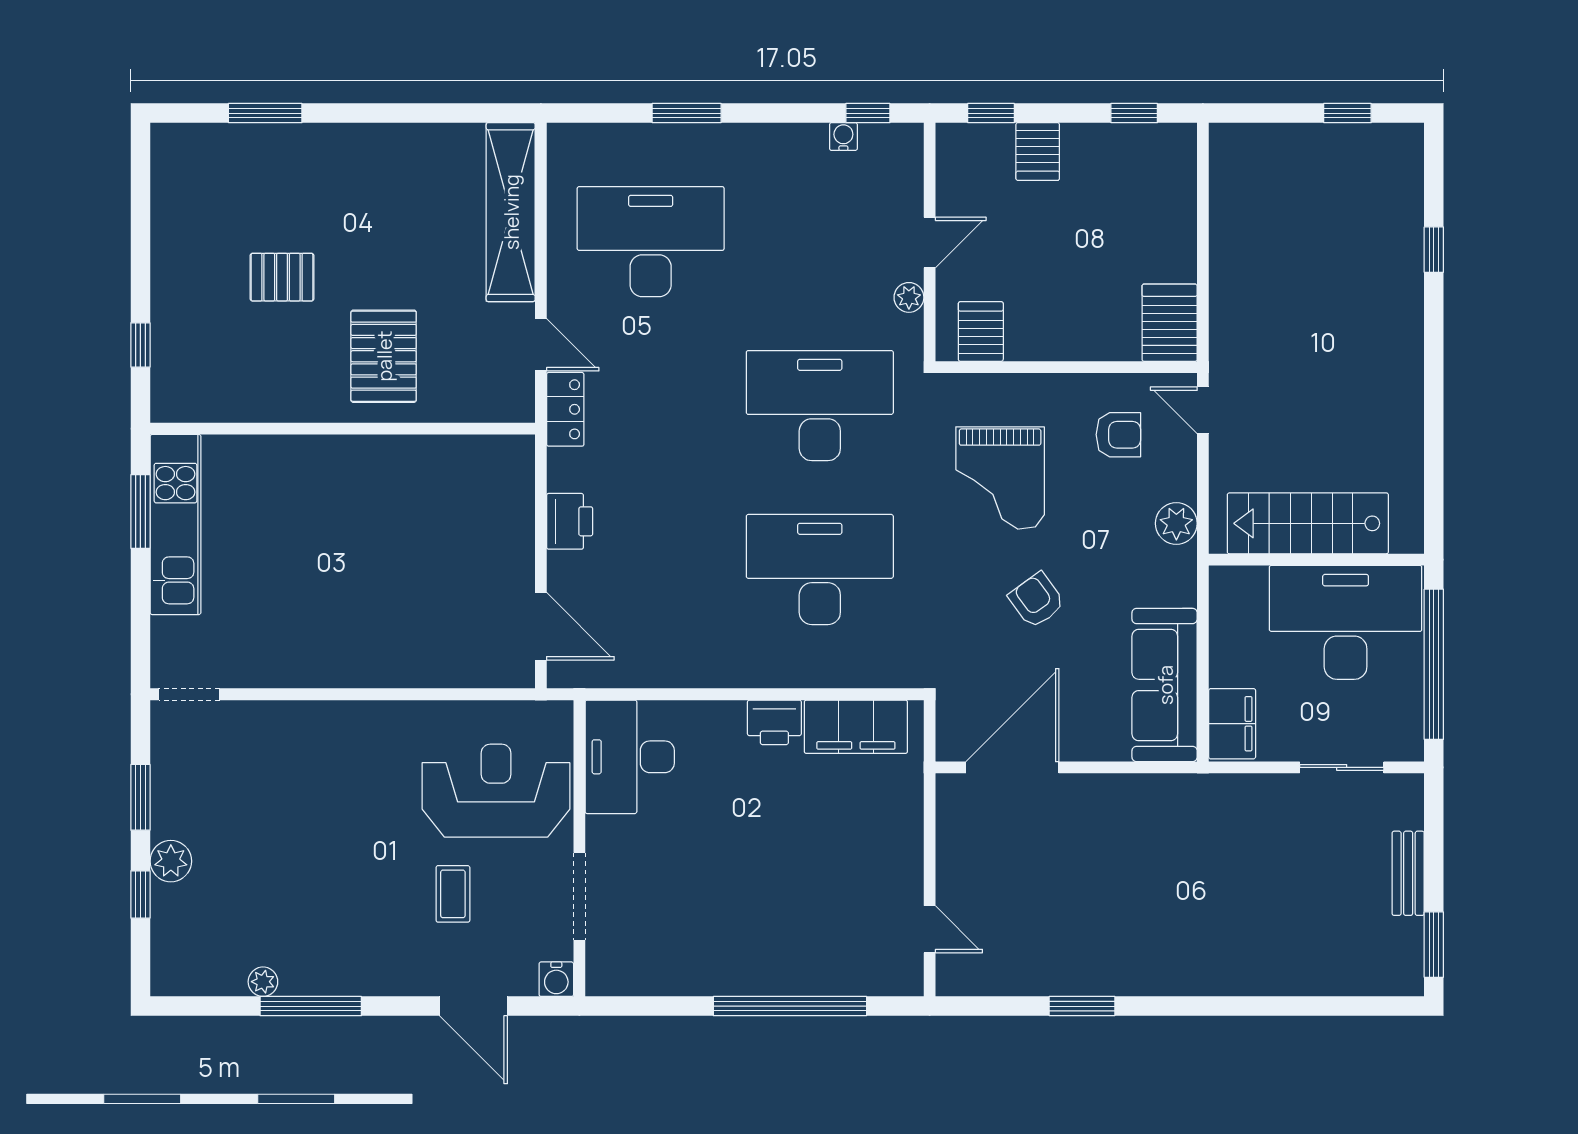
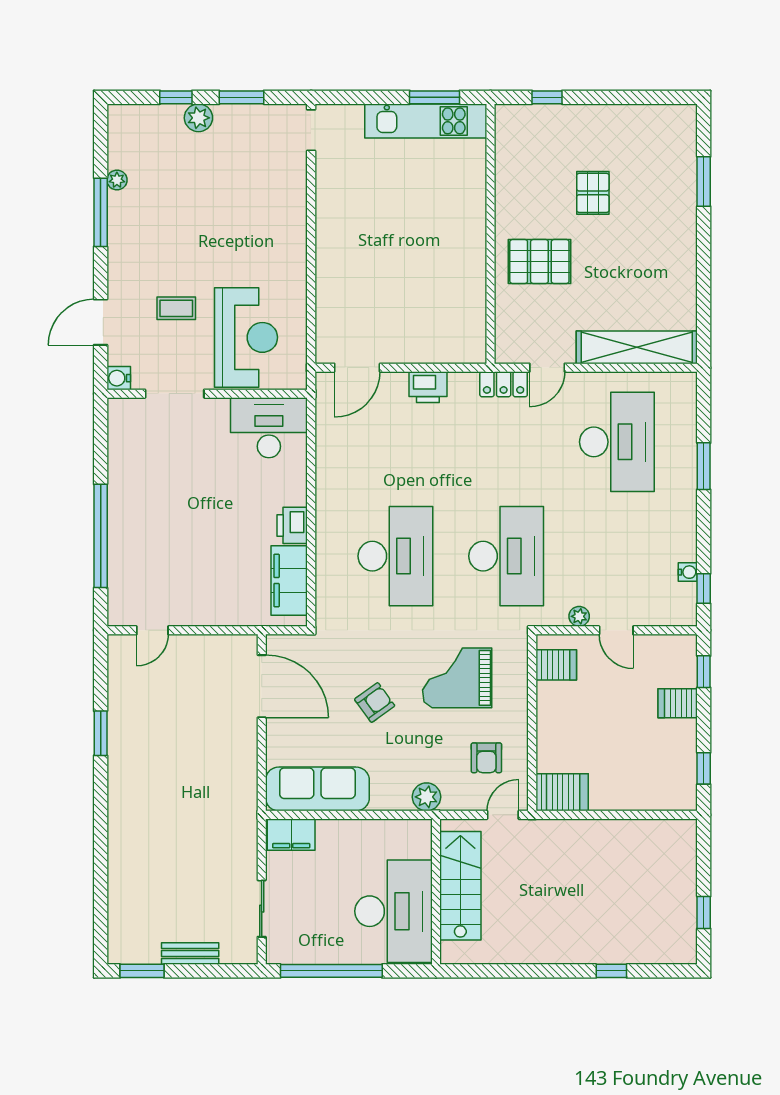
stairs: (1308, 523) -> (460, 886), moved
wall: (1316, 560) -> (436, 892), moved
desk: (1346, 622) -> (393, 911), moved

